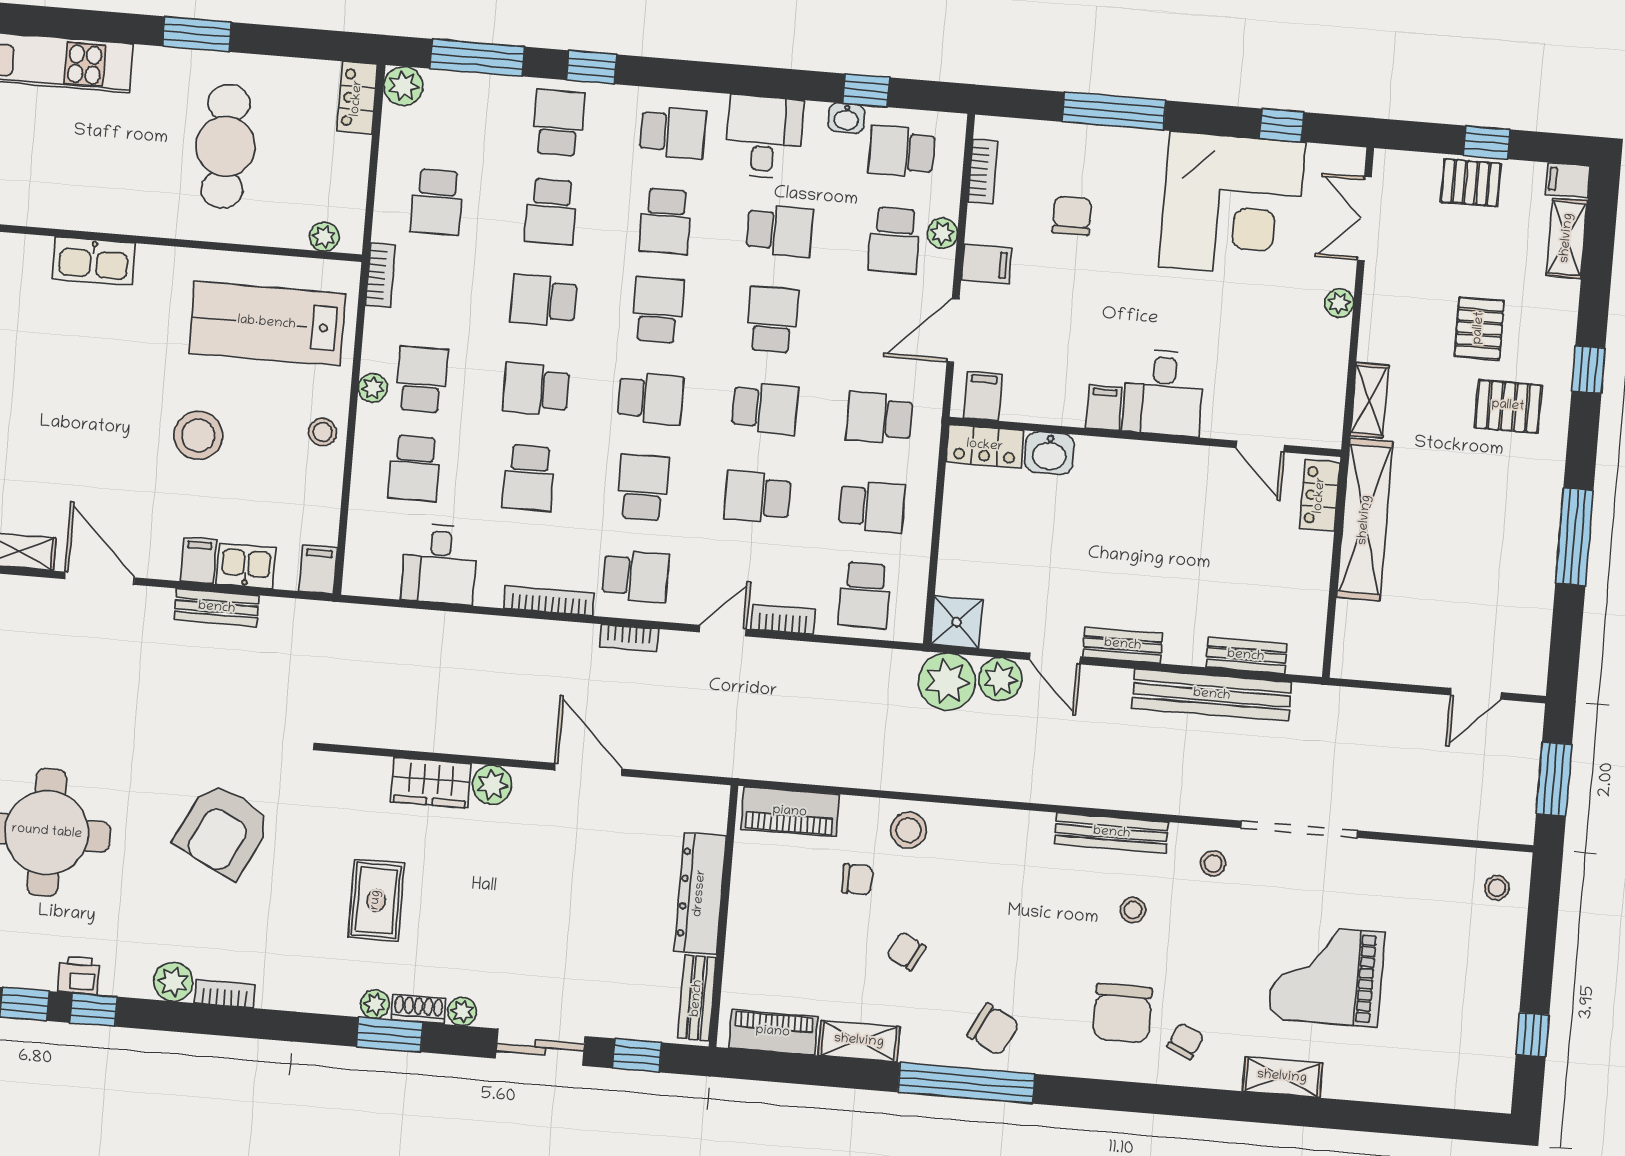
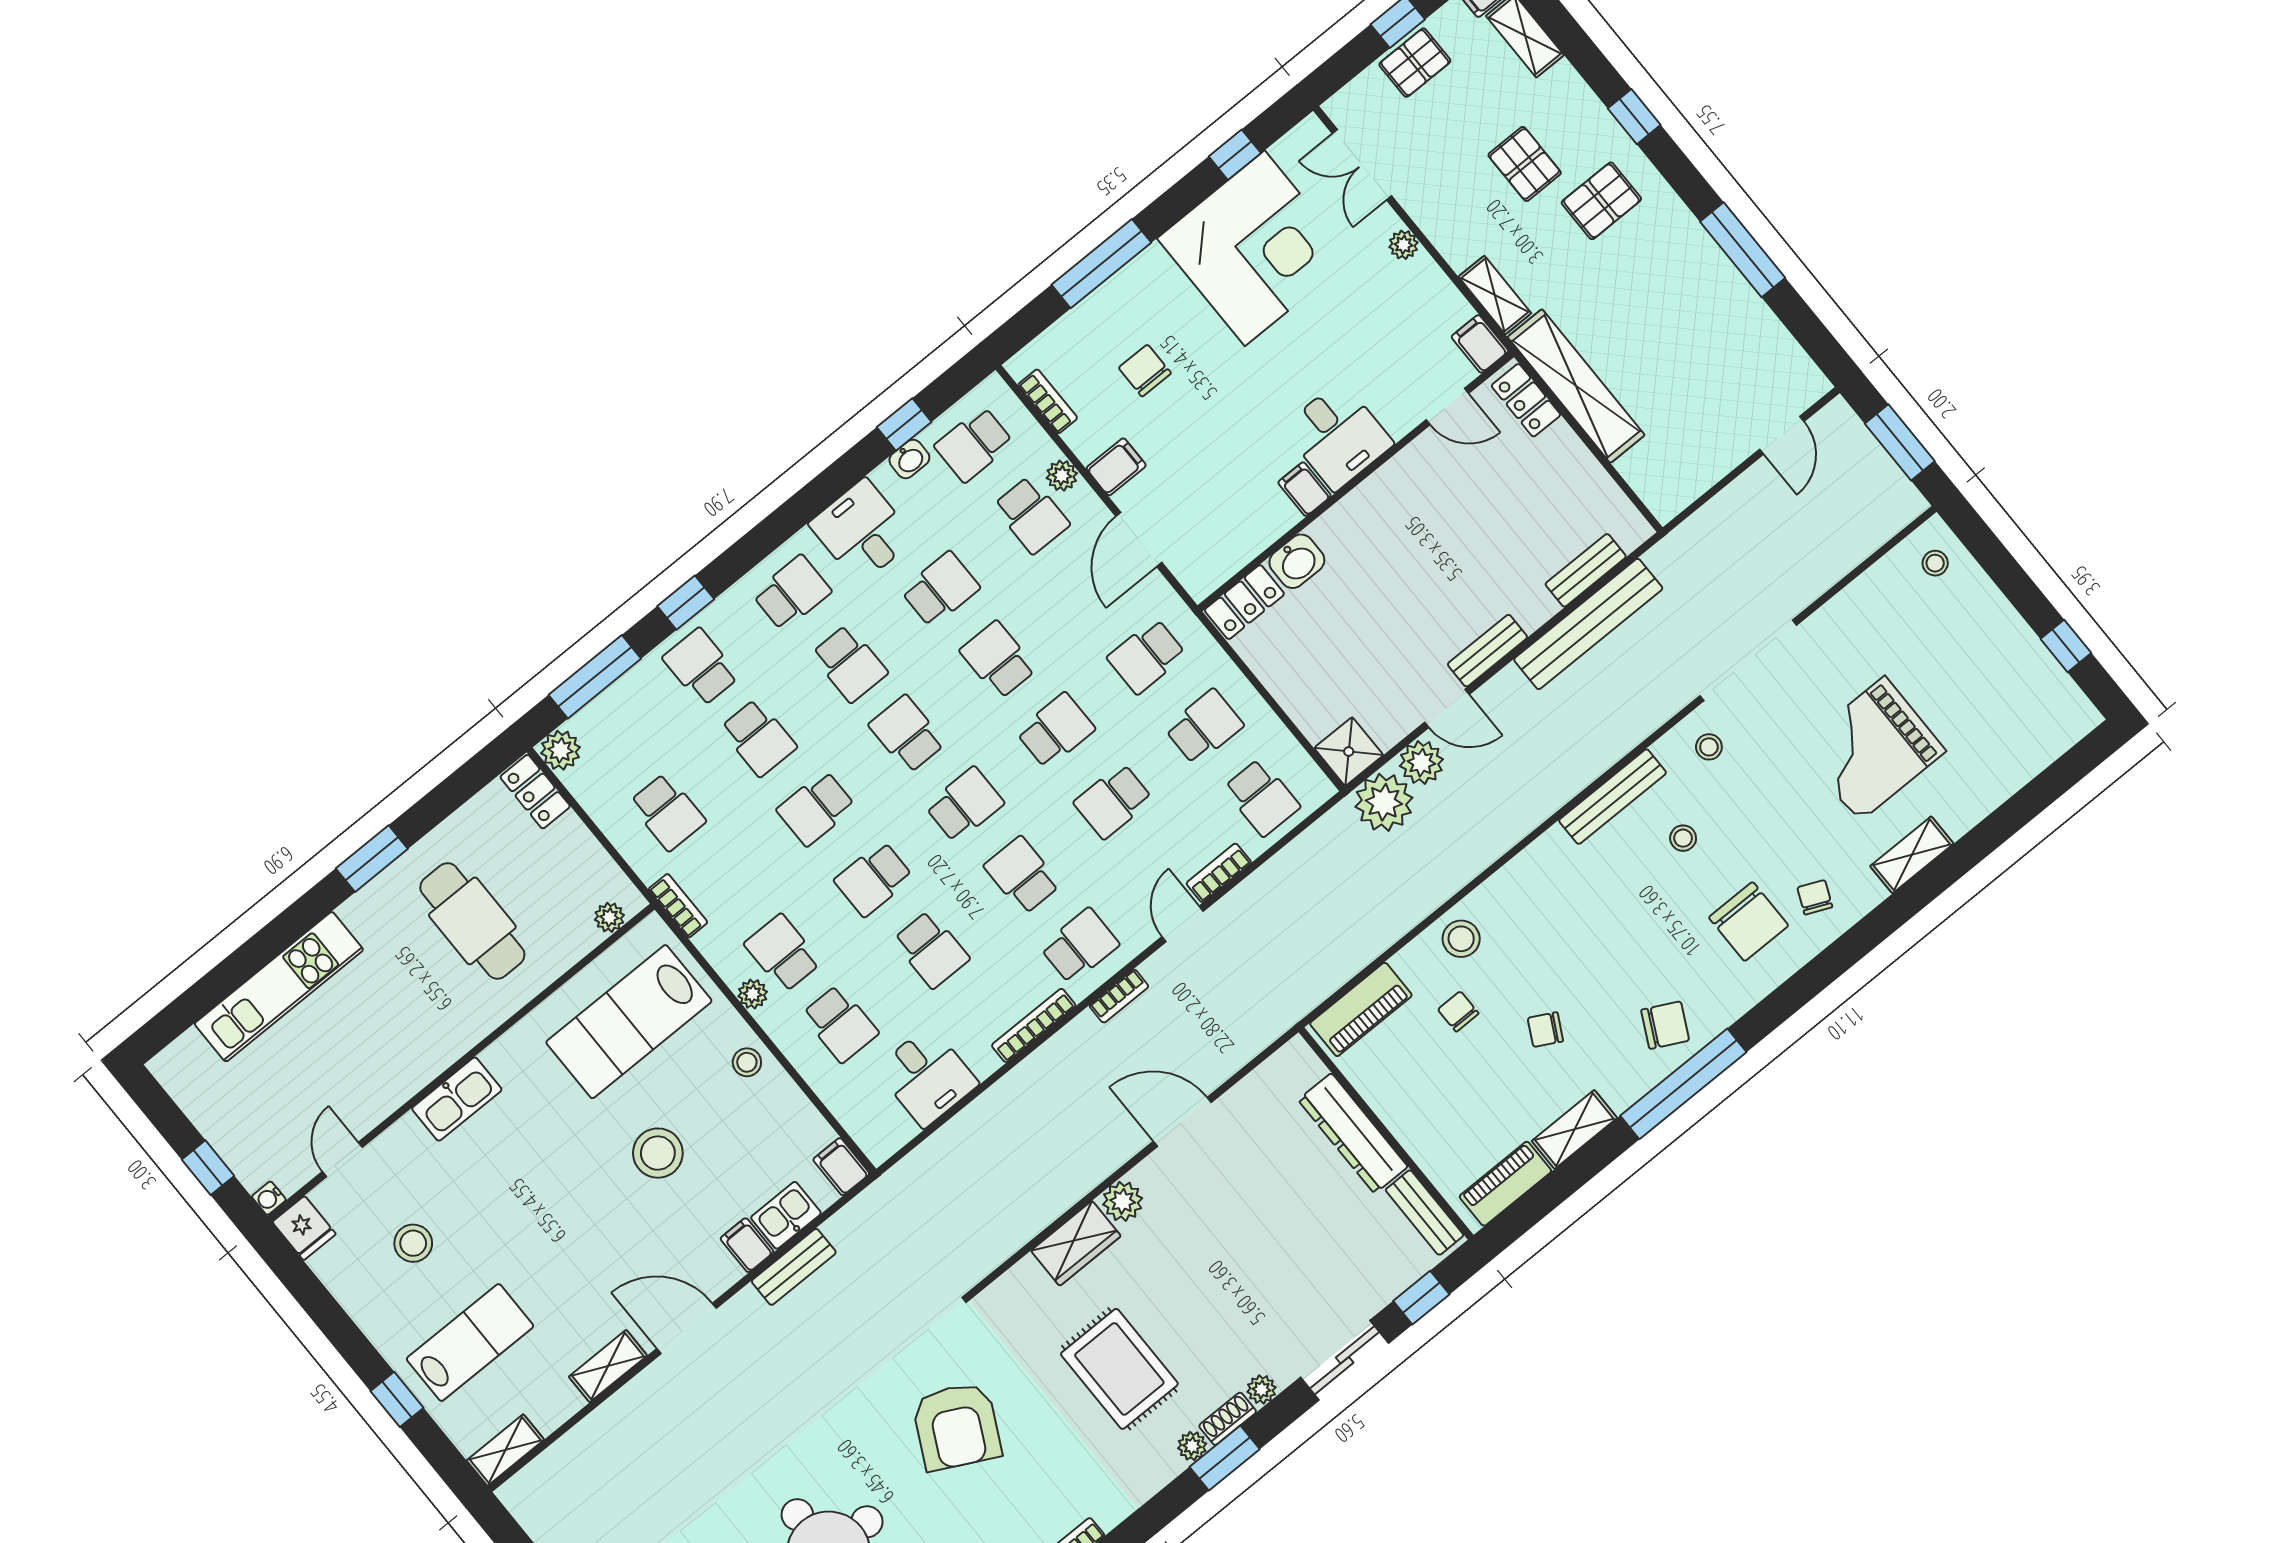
filing cabinet: (983, 396) -> (1480, 344), moved
chair: (857, 879) -> (1458, 1011), turned -90
rug: (376, 900) -> (1119, 1369), width x1.36, depth x1.43

